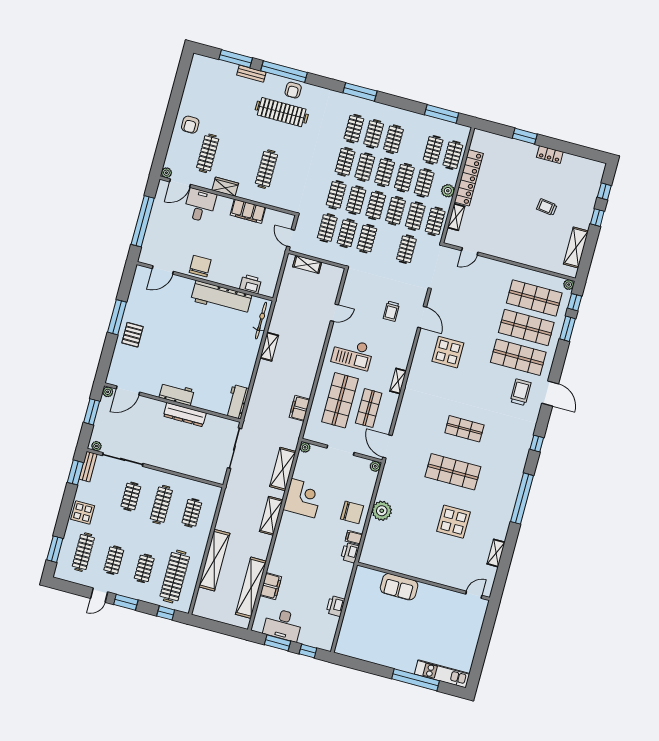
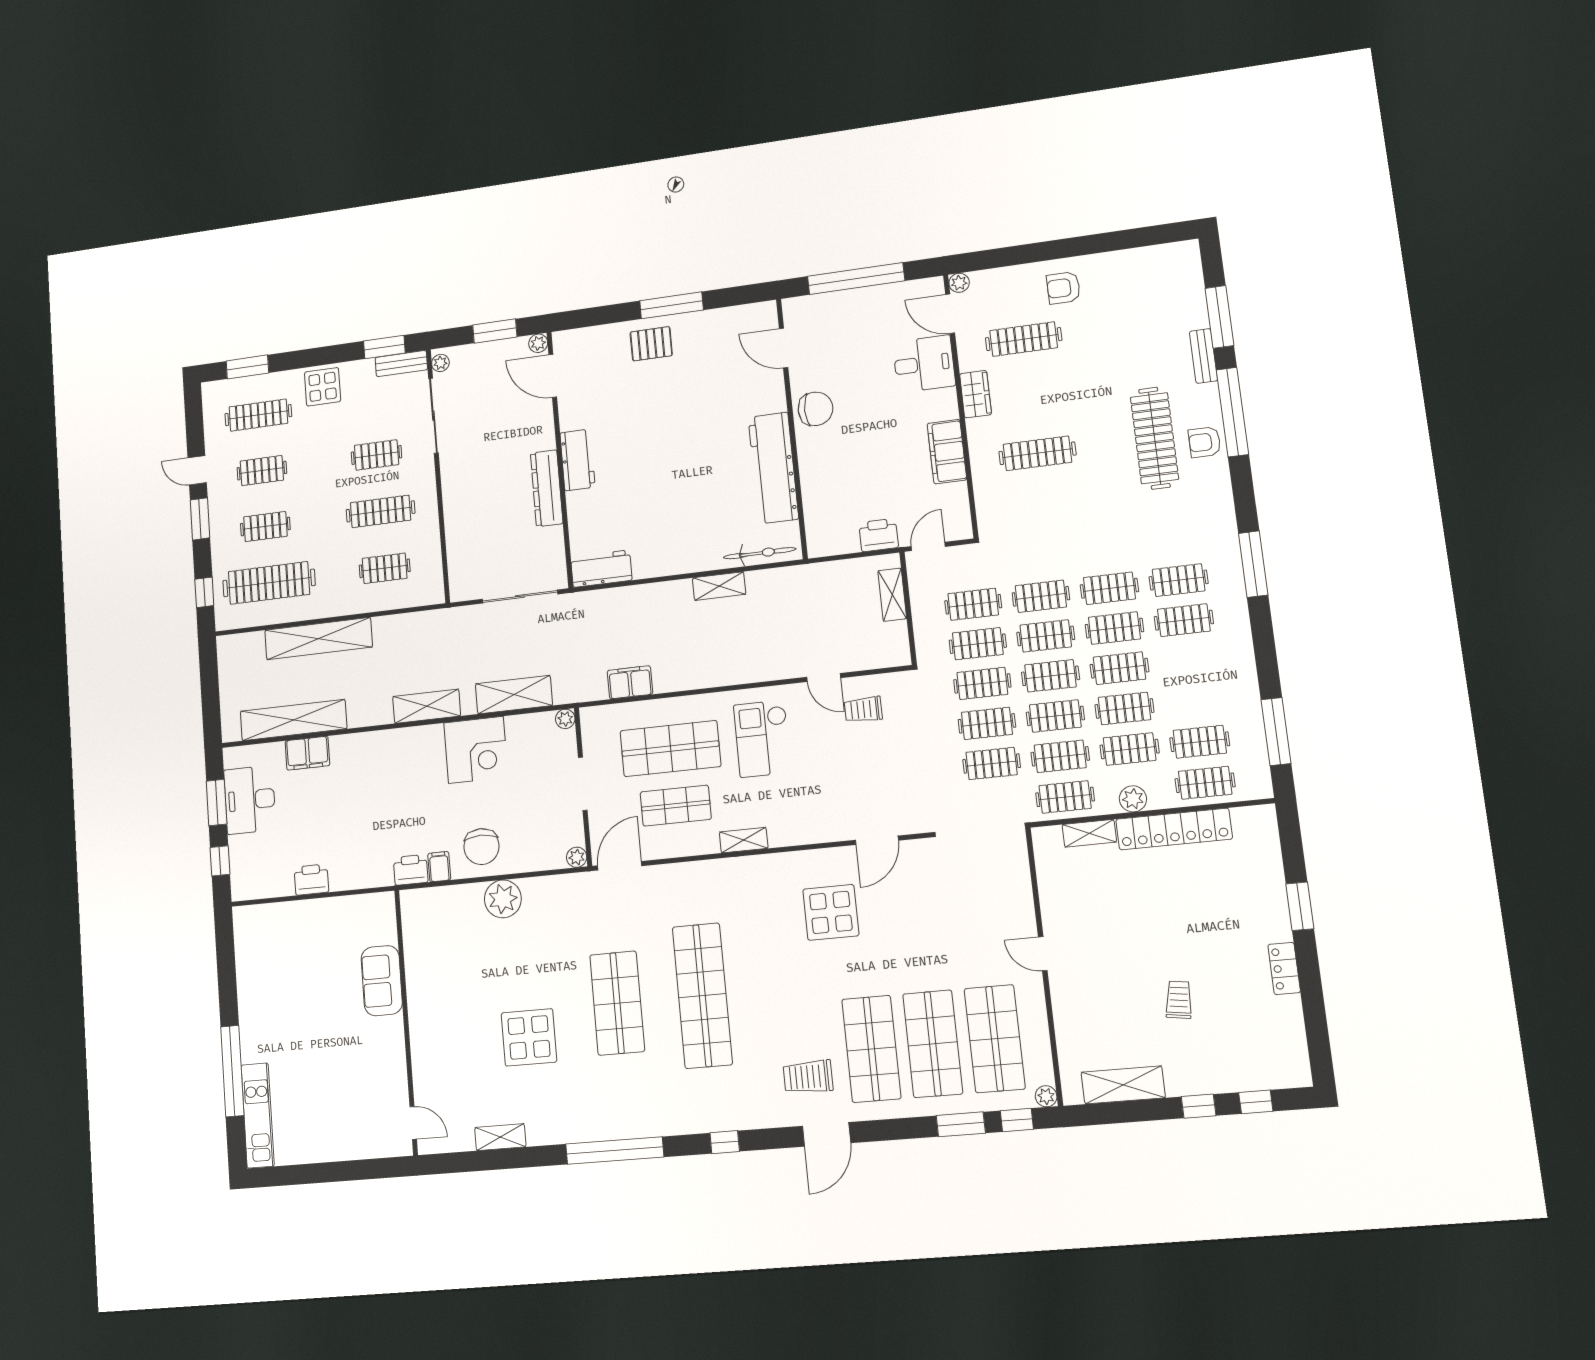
clothes rail: (393, 139) -> (987, 723), moved
door: (470, 251) -> (1043, 954), moved
printer: (250, 284) -> (879, 535), moved, turned -90
trolley: (391, 311) -> (863, 709), moved
trolley: (521, 392) -> (808, 1077), turned 180
shop shelf: (464, 429) -> (702, 996), width x2.00, depth x1.36

